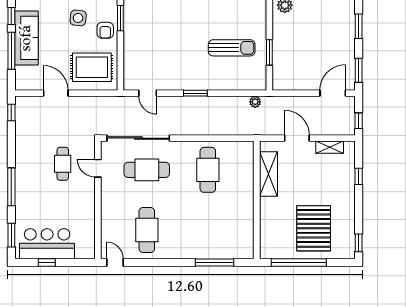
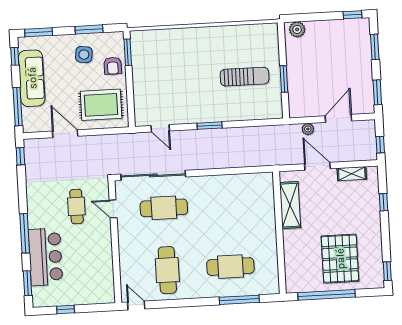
window: (11, 51) -> (18, 107), moved
door: (333, 93) -> (338, 118), moved
plant: (255, 102) -> (308, 129), moved
cafe table: (208, 170) -> (230, 267), moved, turned 90
bar counter: (47, 244) -> (45, 257), moved, turned 90

